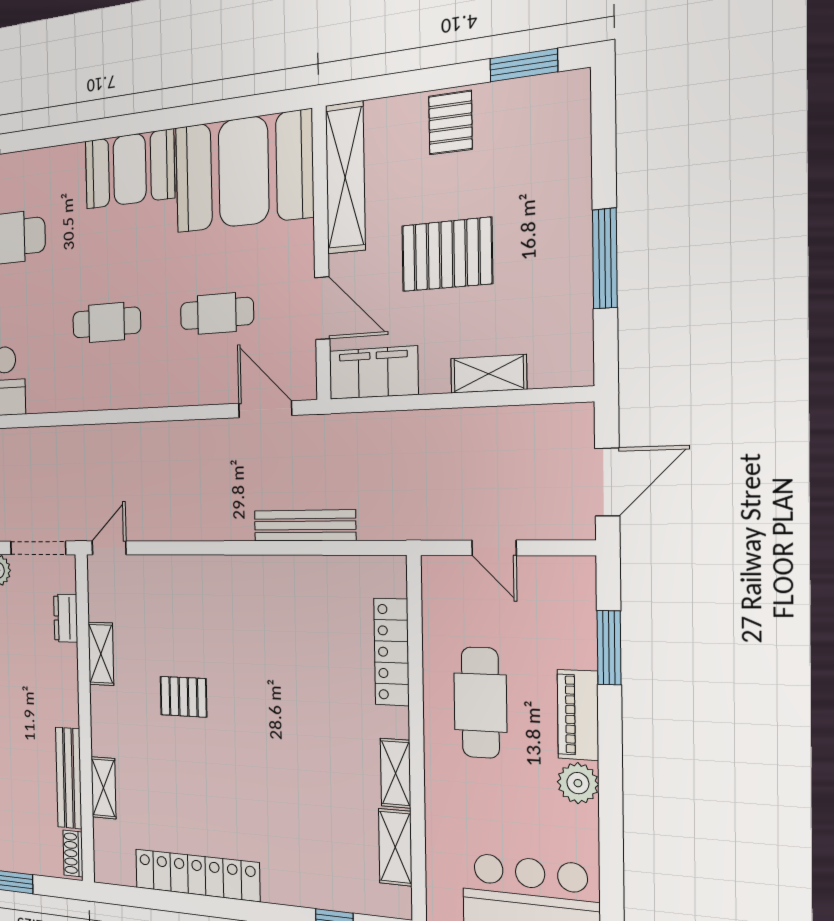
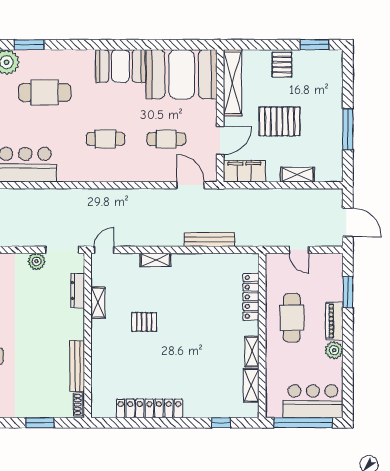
door: (322, 308) -> (220, 140), hinge flipped
door: (607, 482) -> (348, 222), hinge flipped
dresser: (66, 618) -> (78, 291), width x1.44
shelving: (103, 788) -> (155, 260), moved, turned 90

